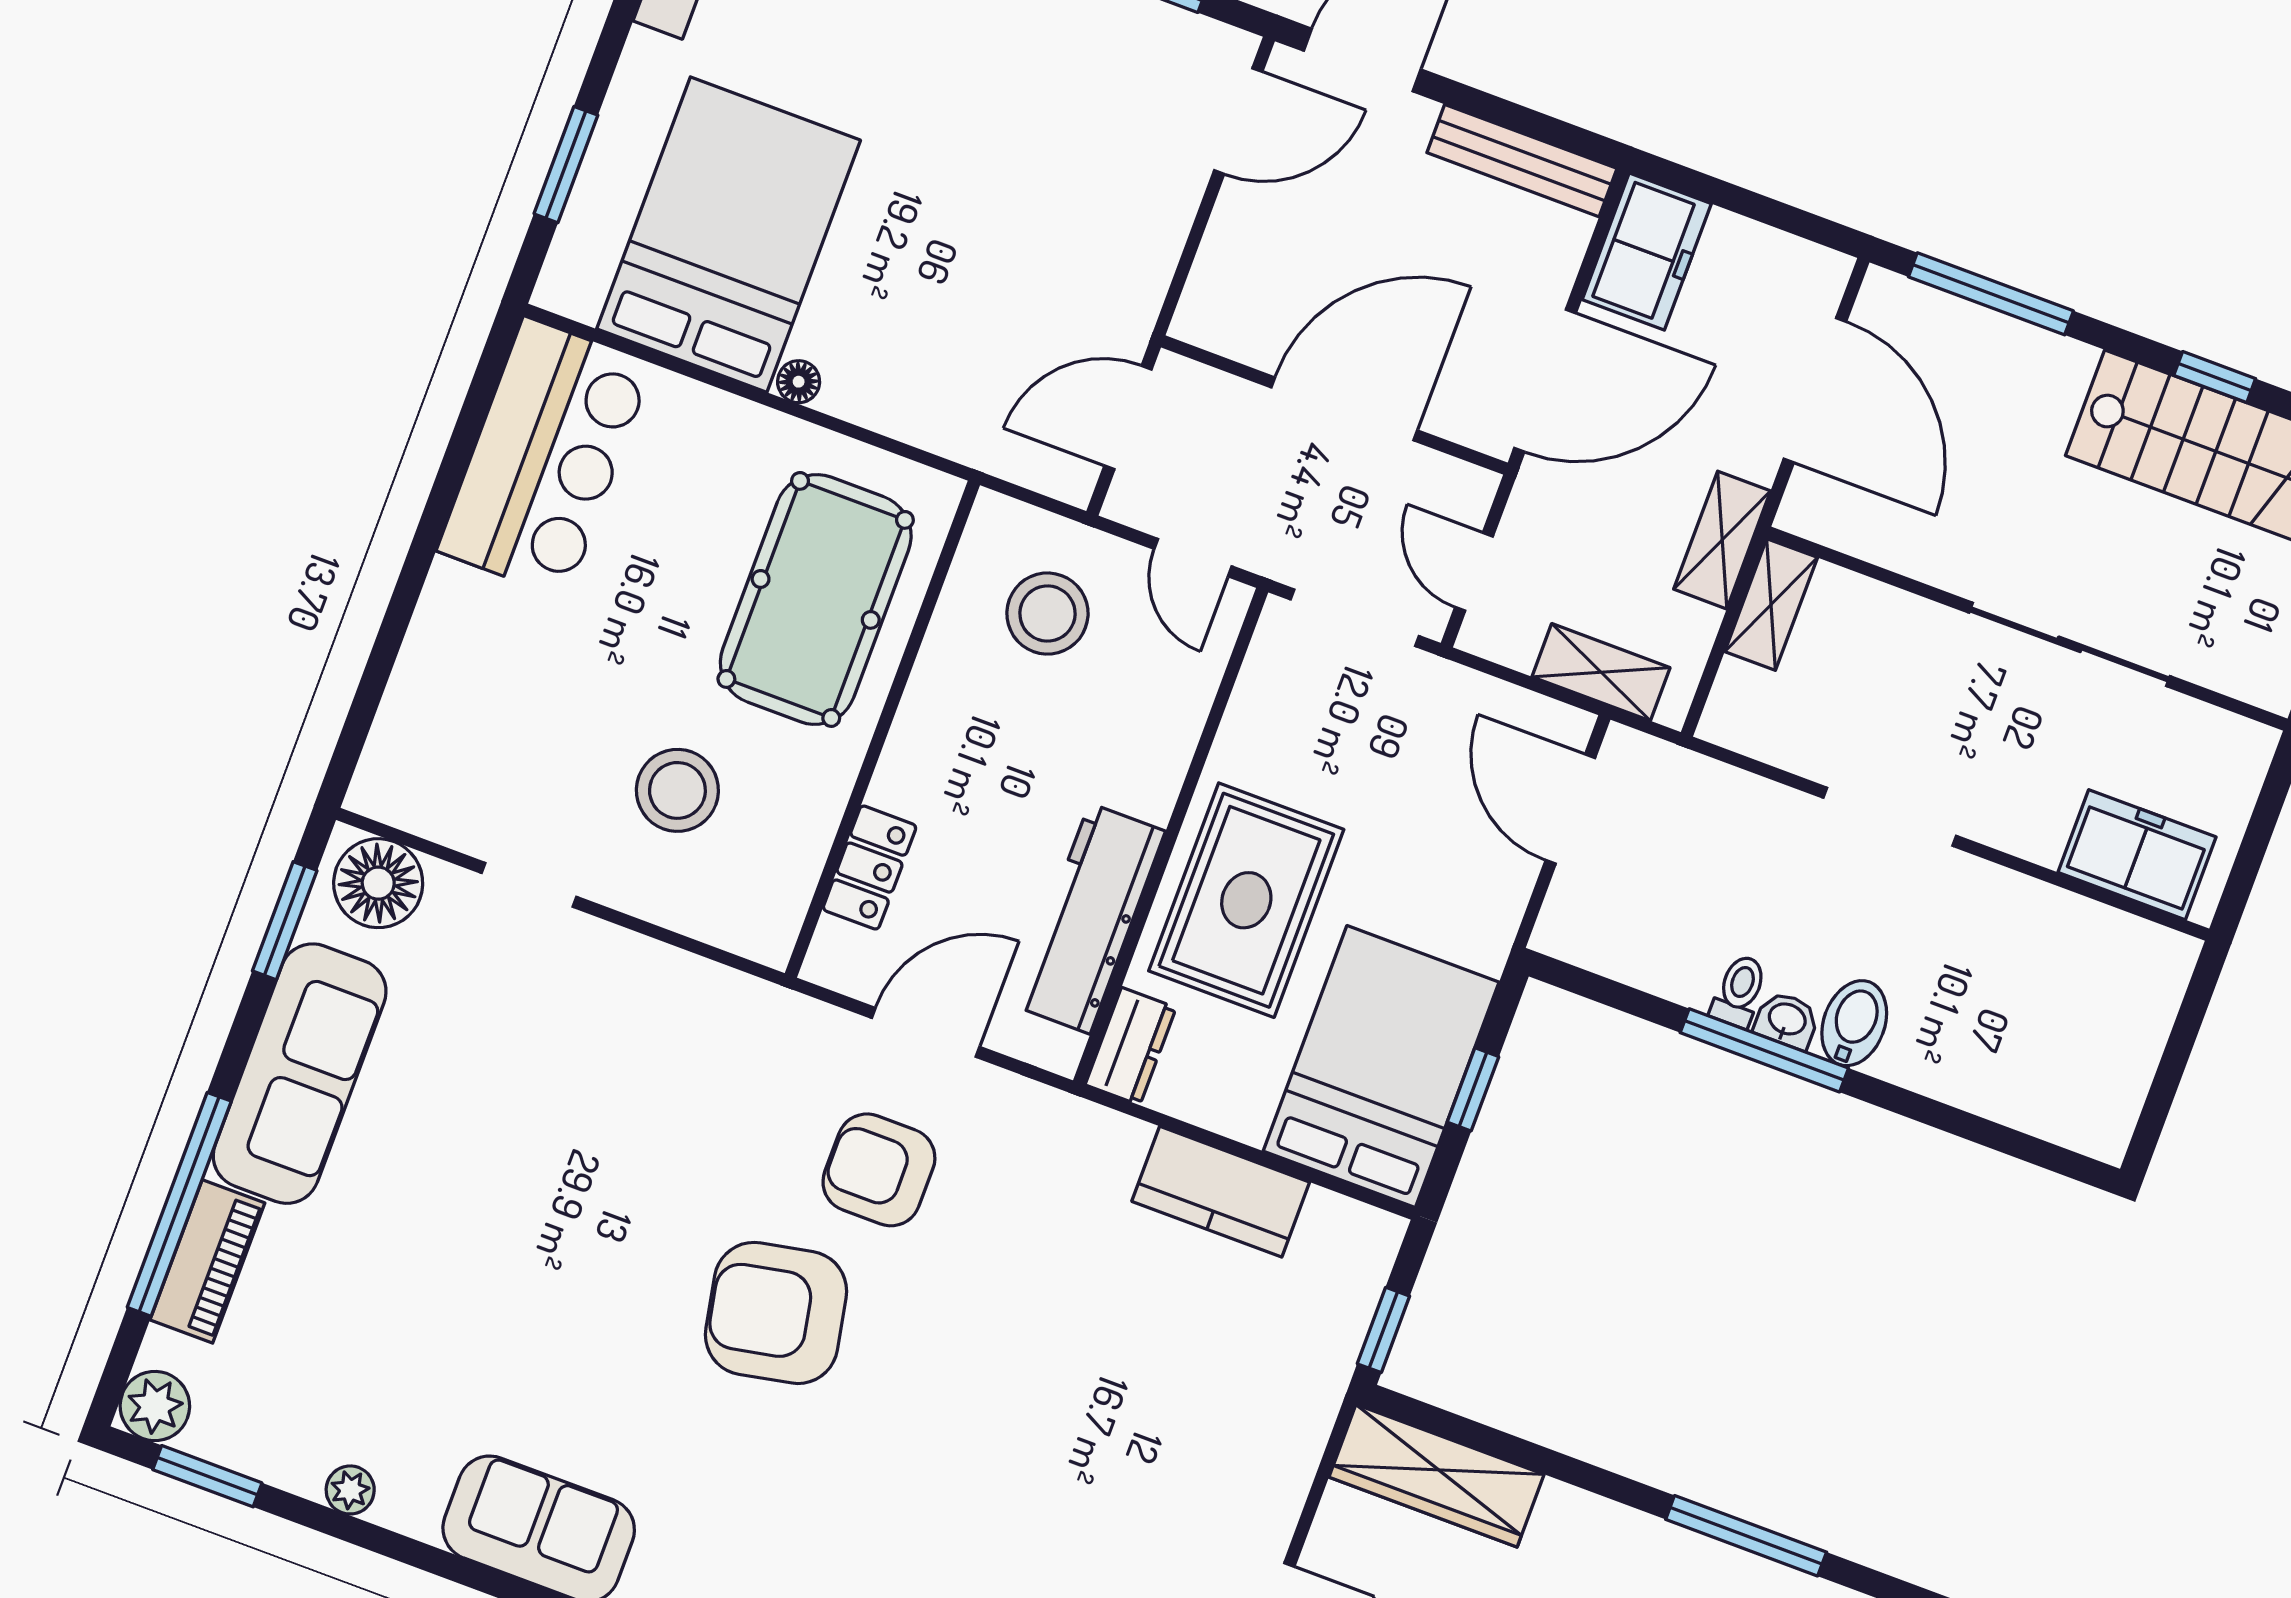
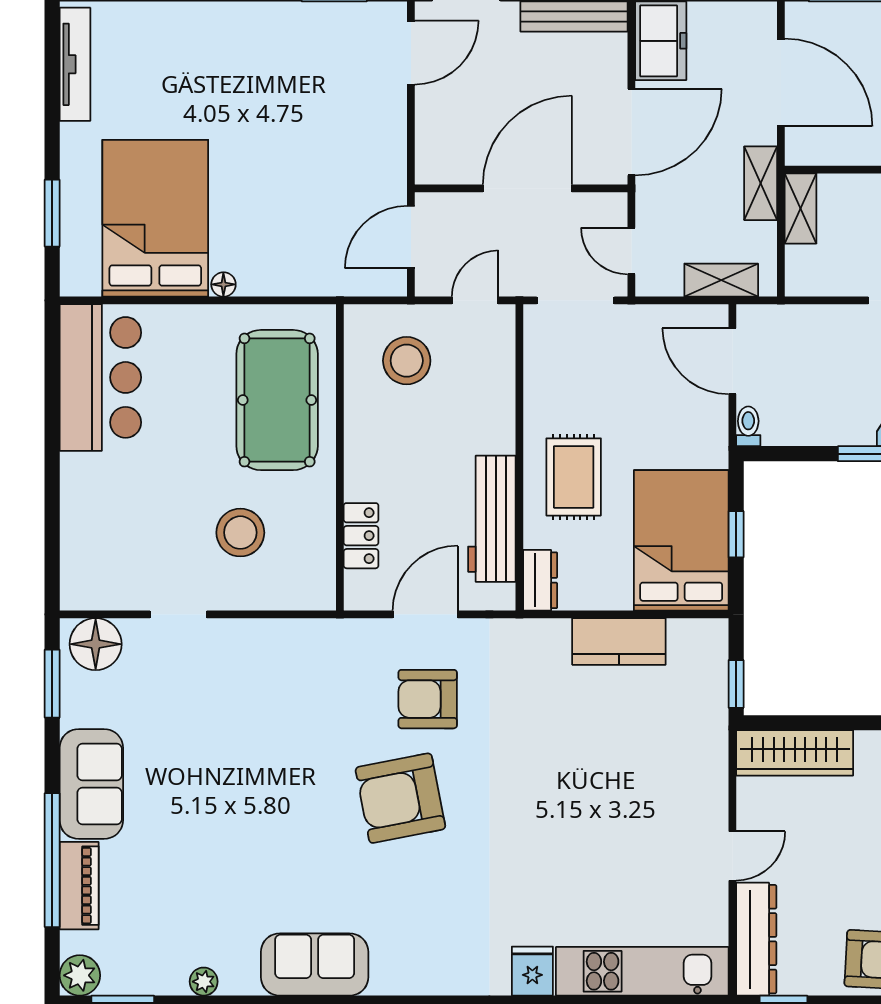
door: (1193, 558) -> (475, 300), swing flipped
rug: (1246, 900) -> (574, 477), width x0.73, depth x0.70
toilet: (1739, 991) -> (748, 426), moved
sofa: (300, 1074) -> (91, 784), width x0.73

